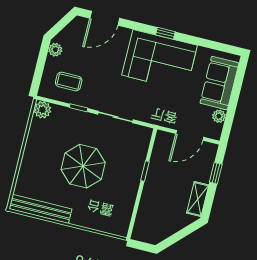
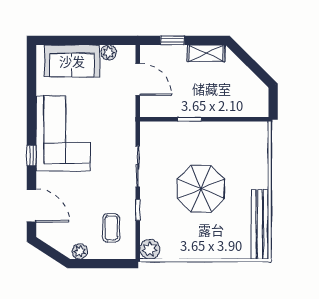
window: (165, 33) -> (31, 155), moved

